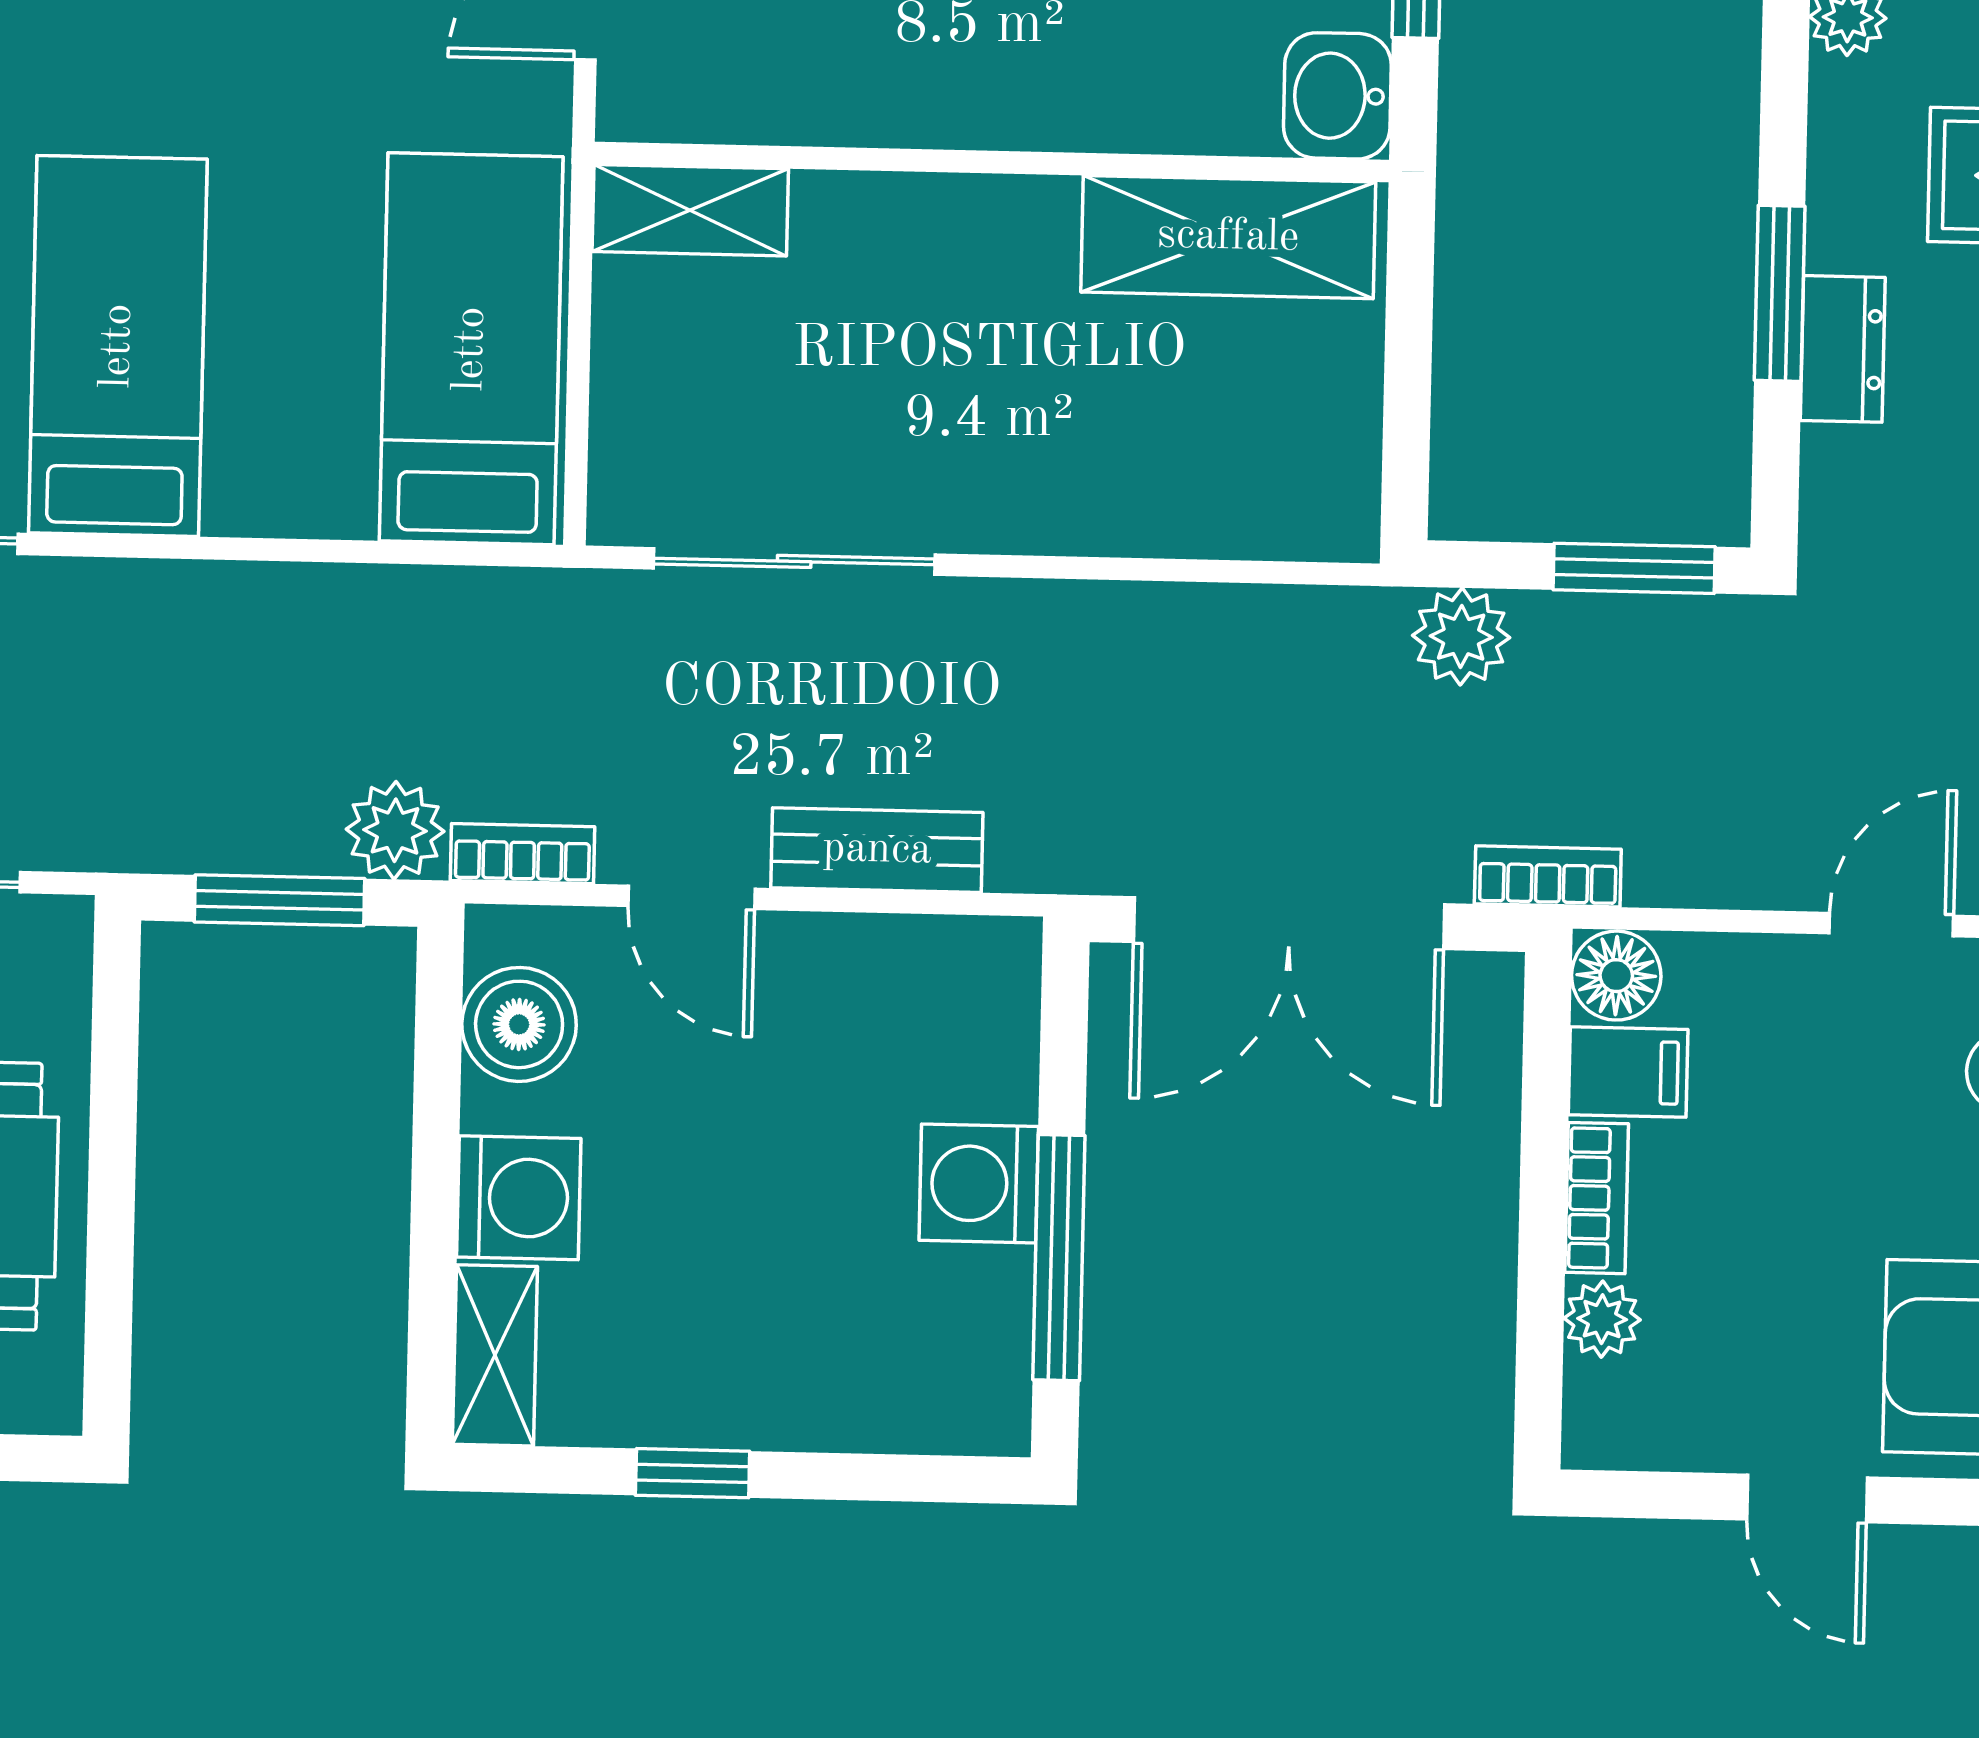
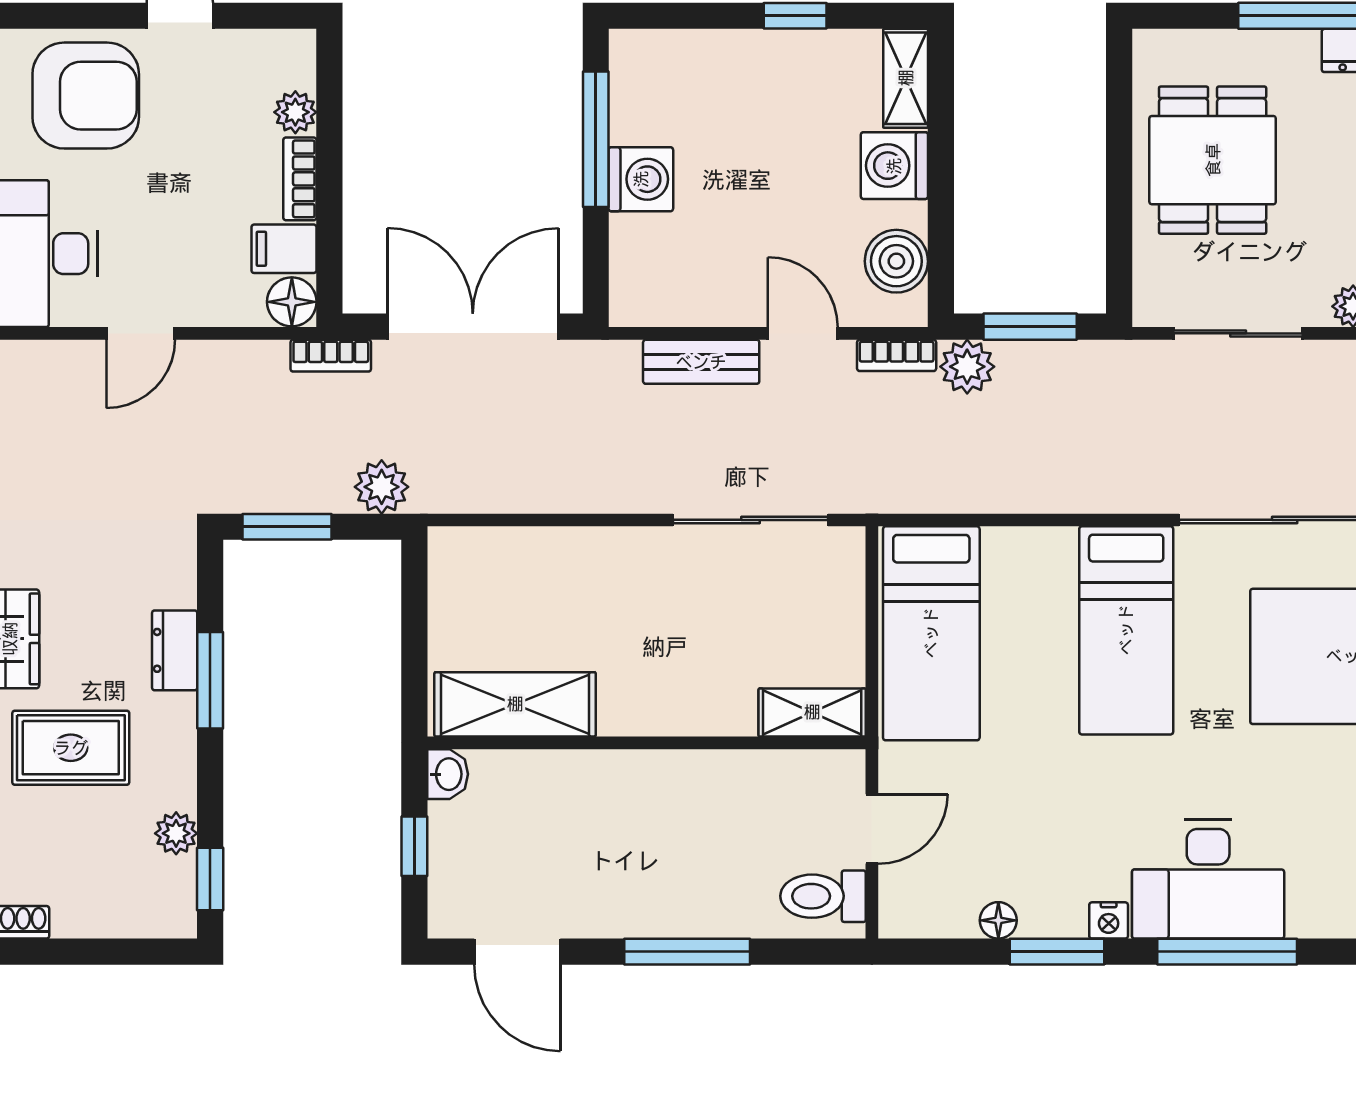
washbasin: (1337, 96) -> (448, 774), width x0.72, depth x0.69

